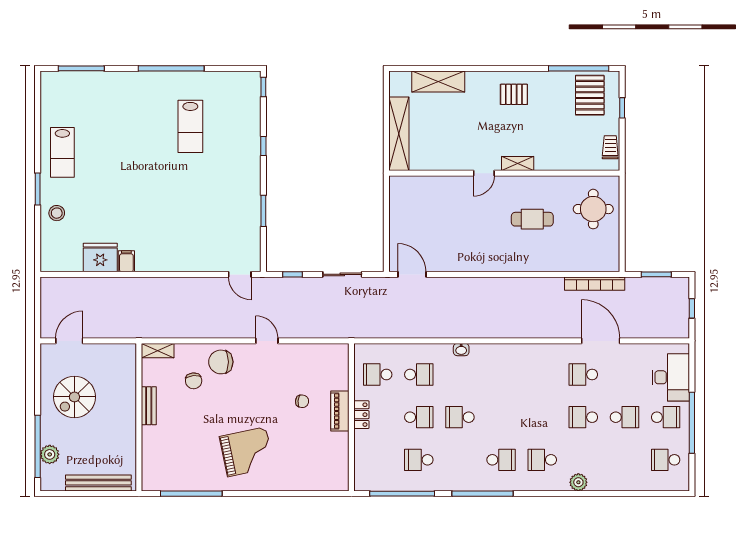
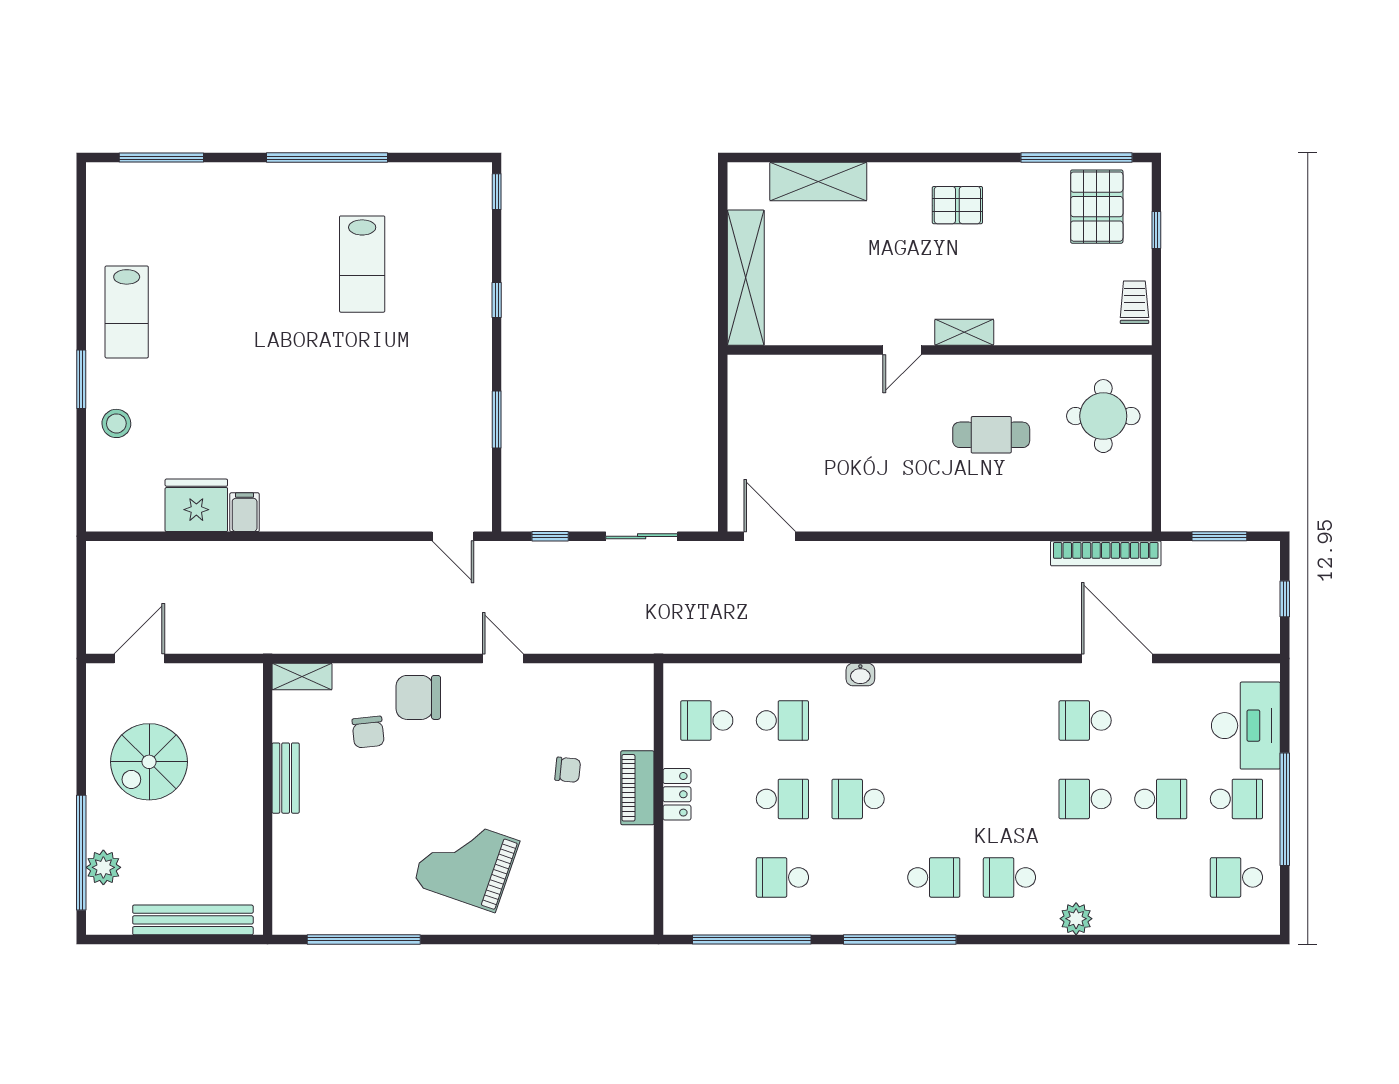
grand piano: (247, 452) -> (466, 863), turned -149

